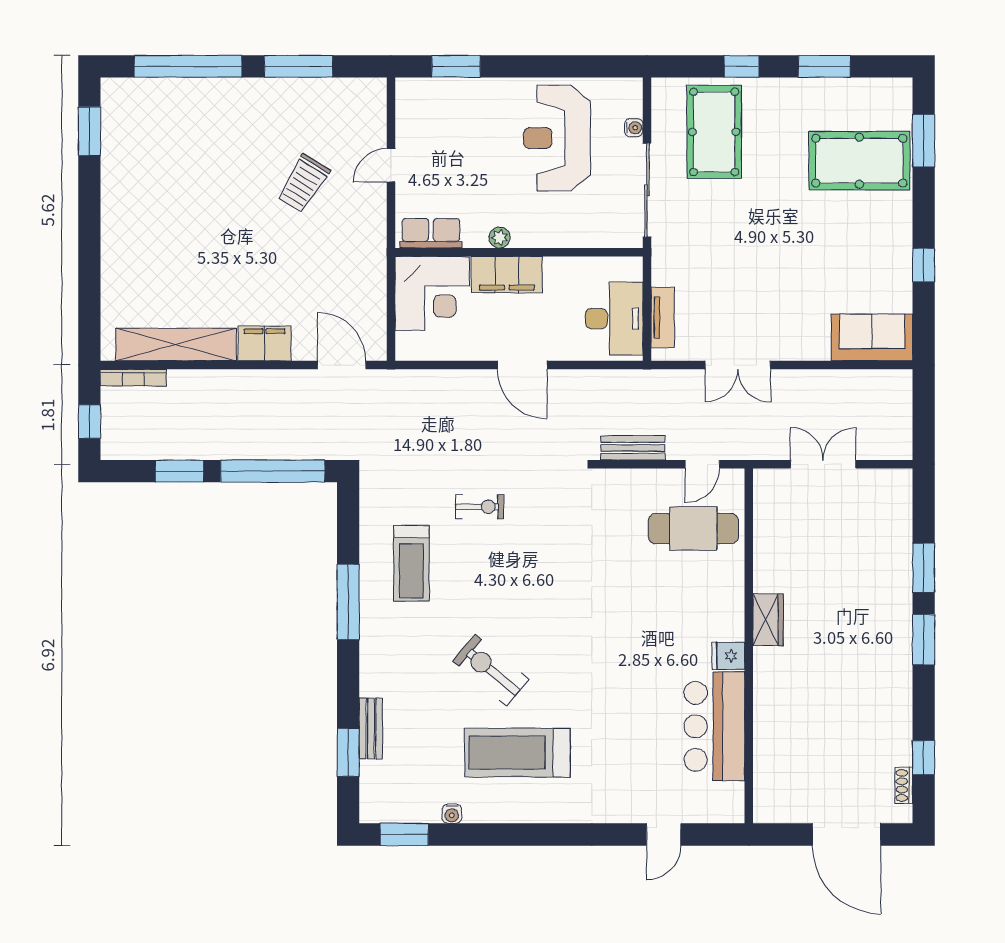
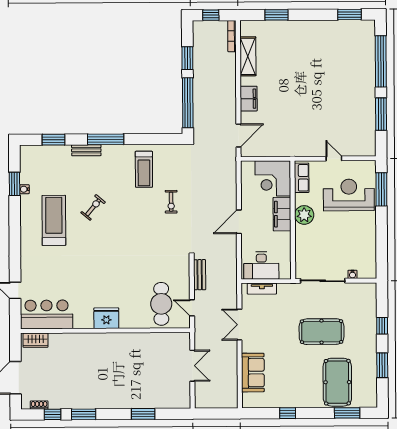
window: (456, 66) -> (381, 189), width x1.44
pool table: (714, 132) -> (322, 332), moved
reception desk: (557, 138) -> (349, 195), moved
trolley: (303, 183) -> (325, 117), removed
plant: (500, 237) -> (304, 215), width x1.88, depth x1.88
window: (89, 284) -> (277, 15), added
sofa: (872, 337) -> (253, 373), moved
shelving: (176, 345) -> (248, 56), width x0.68
treadmill: (411, 563) -> (144, 169), turned -90
window: (348, 602) -> (106, 139), moved
wardrobe: (768, 620) -> (36, 340), moved
window: (924, 640) -> (84, 414), moved
fridge: (728, 656) -> (106, 318), width x1.88, depth x1.34
exercise bike: (491, 670) -> (93, 207), width x0.73, depth x0.72
bar counter: (714, 726) -> (47, 314), moved
bench: (371, 728) -> (86, 150), moved
window: (404, 834) -> (15, 184), moved

